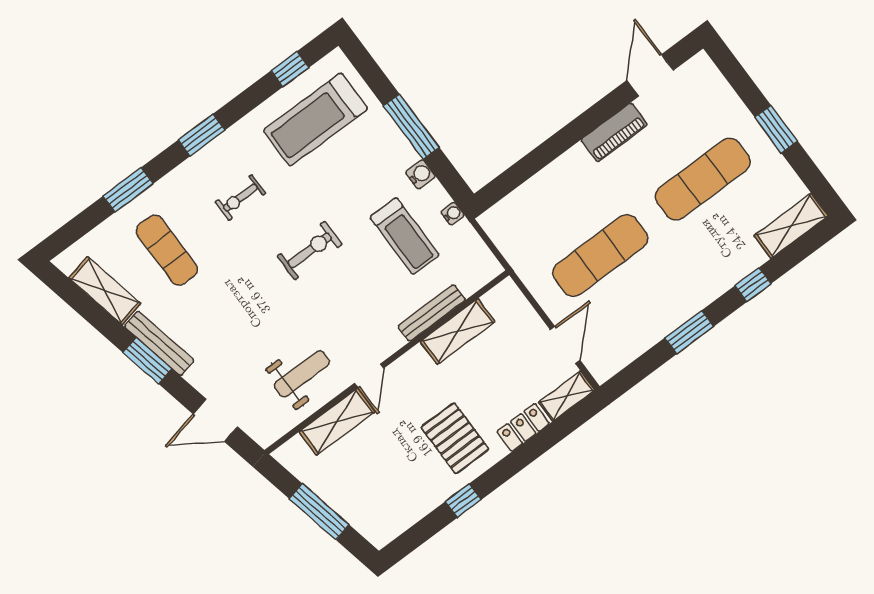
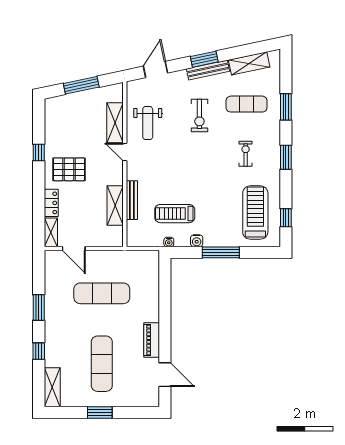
exercise bike: (310, 250) -> (199, 115), moved
exercise mat: (600, 256) -> (102, 293), turned 90

